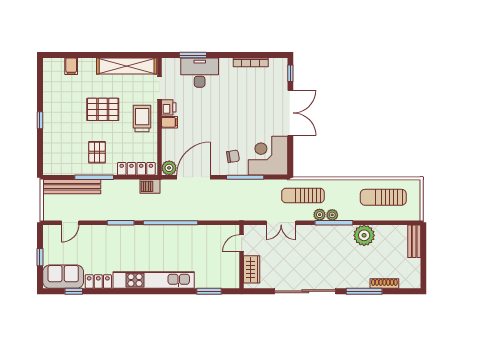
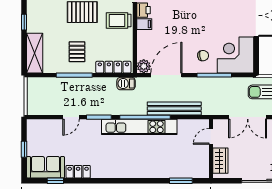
trolley: (142, 118) -> (119, 20), turned -90
shelving: (51, 154) -> (35, 53), added
bench: (72, 187) -> (174, 108), moved
door: (70, 223) -> (71, 117), moved
double door: (281, 223) -> (248, 117), width x1.37
kitchen unit: (154, 280) -> (139, 127), moved, turned 180

